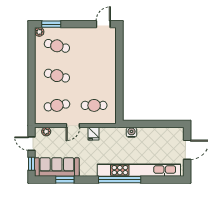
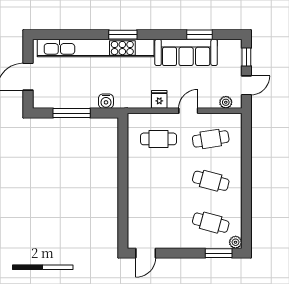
window: (156, 124) -> (72, 113), added
door: (32, 144) -> (246, 85), hinge flipped
sofa: (57, 167) -> (186, 52), moved
window: (120, 180) -> (123, 35), width x0.47

